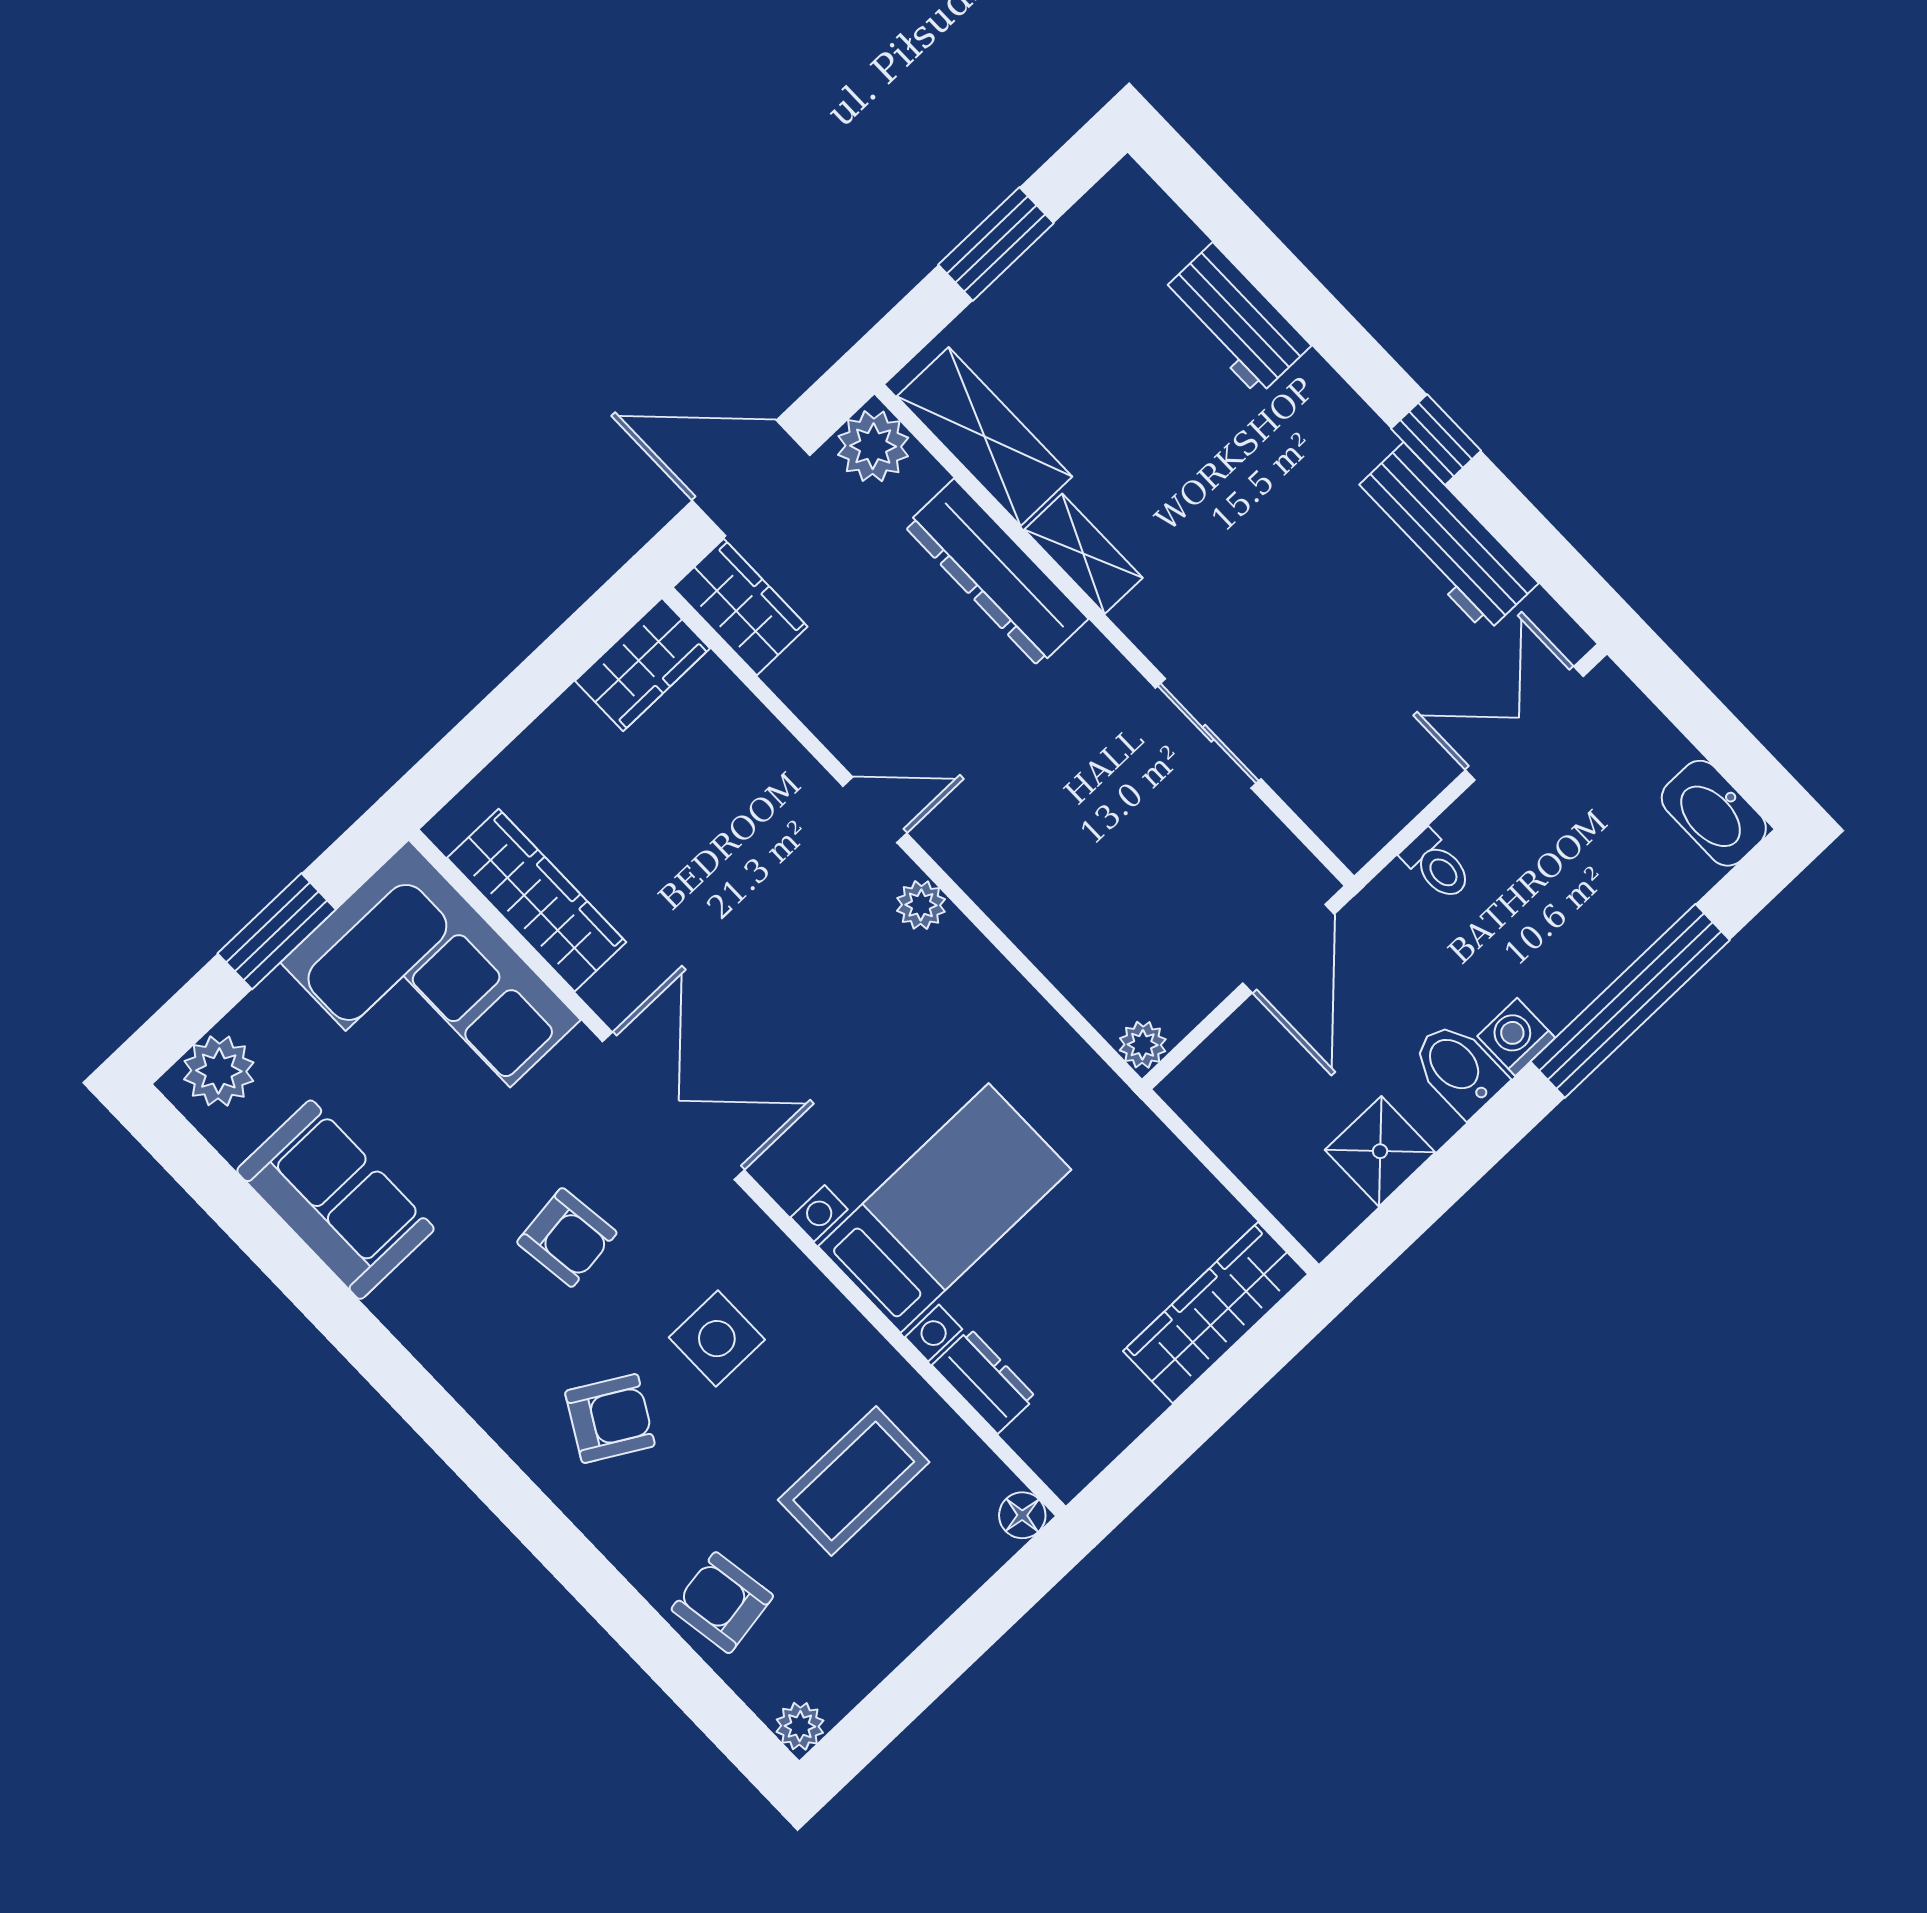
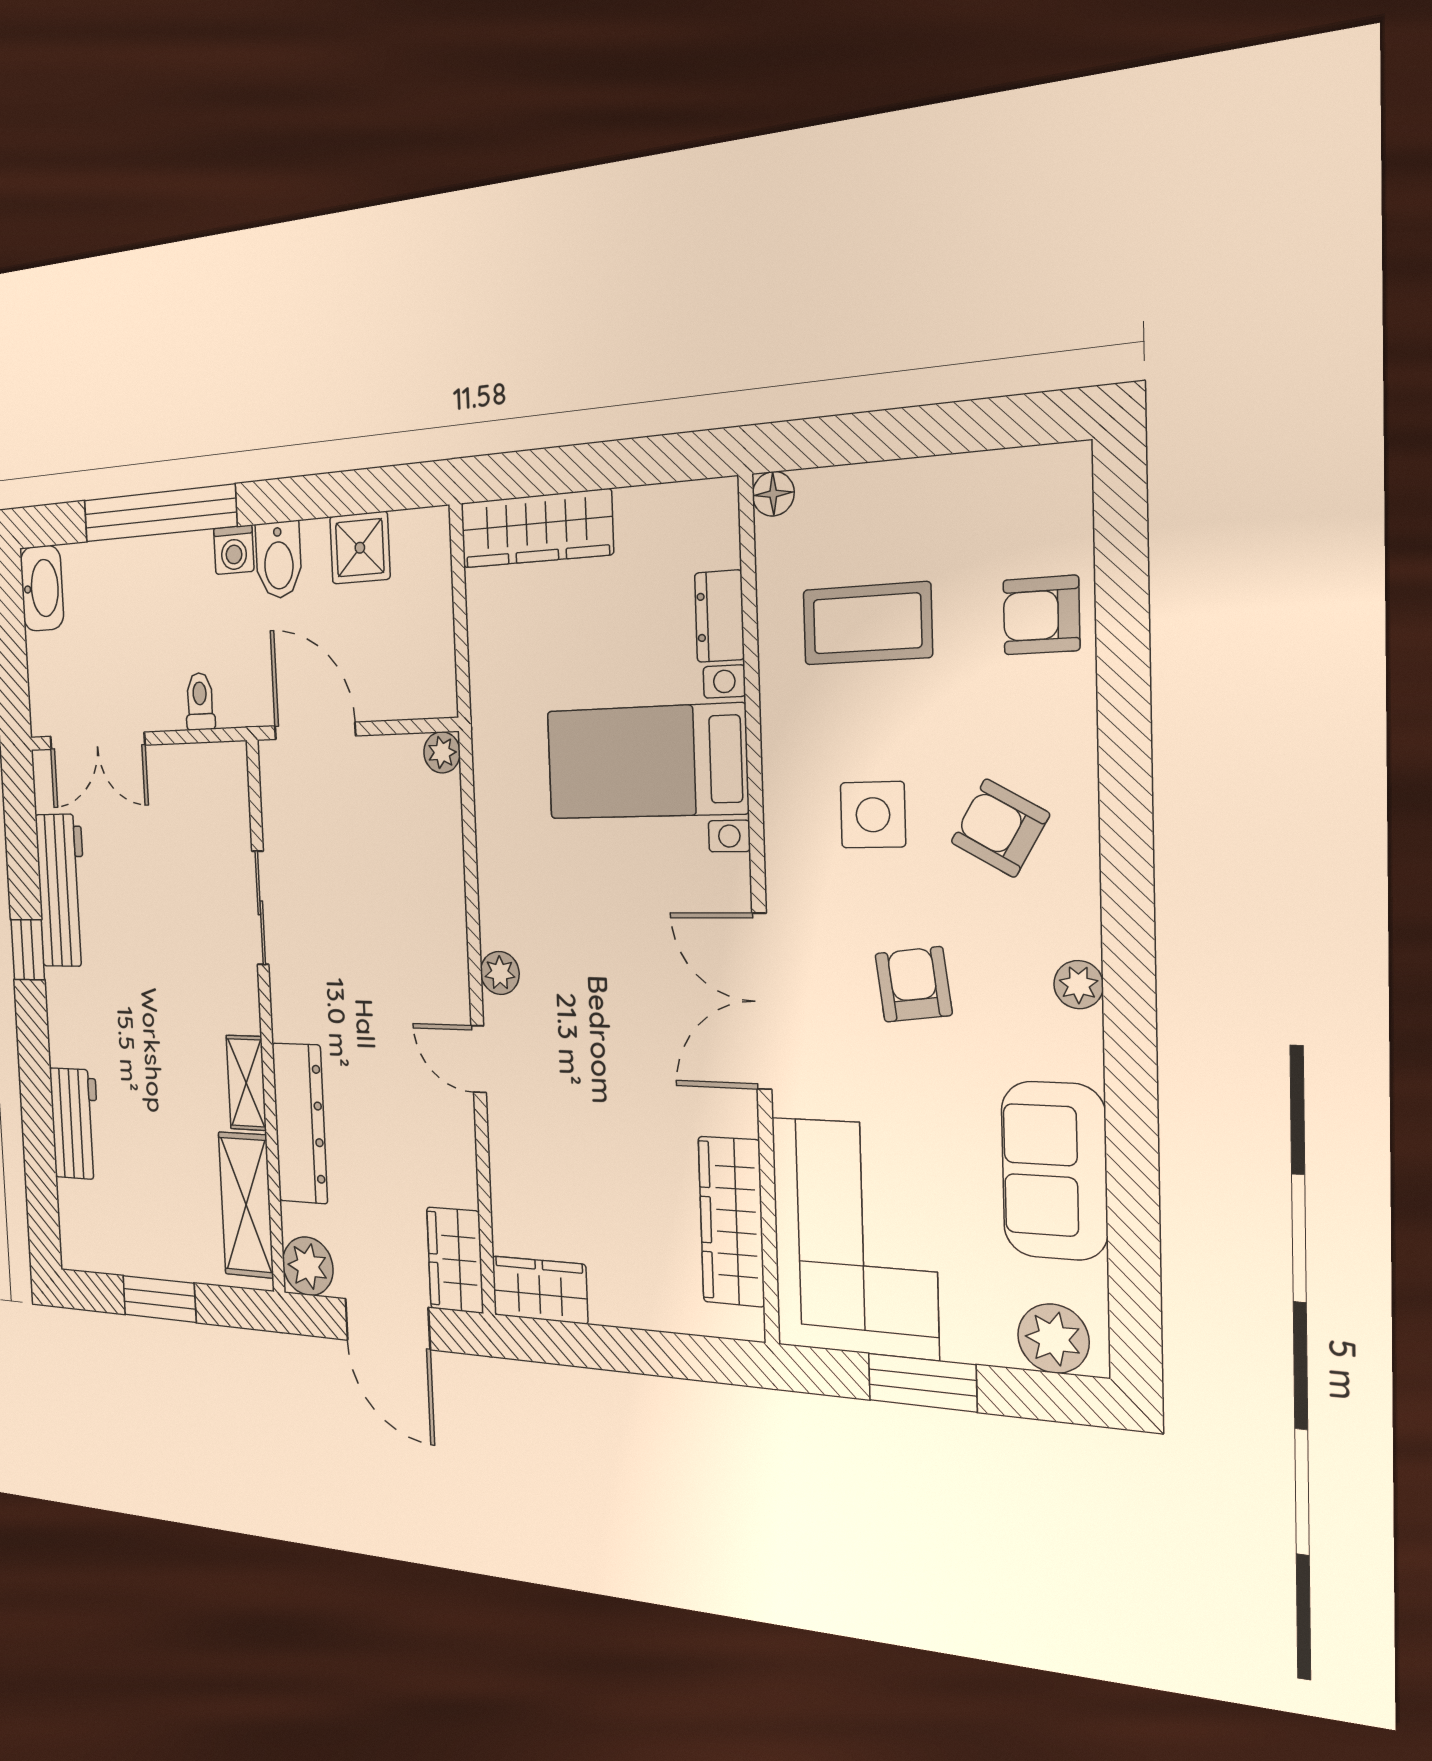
door: (1289, 949) -> (315, 731), hinge flipped
armchair: (722, 1603) -> (1041, 615), turned 99
plant: (800, 1726) -> (1079, 985), moved

